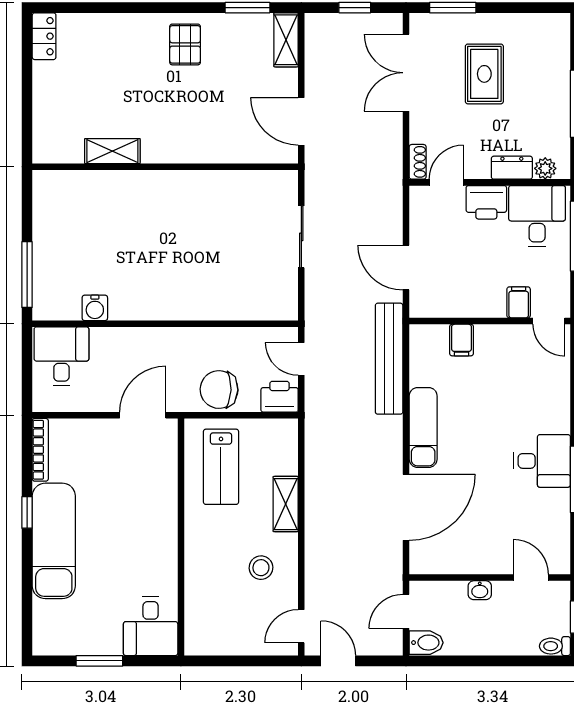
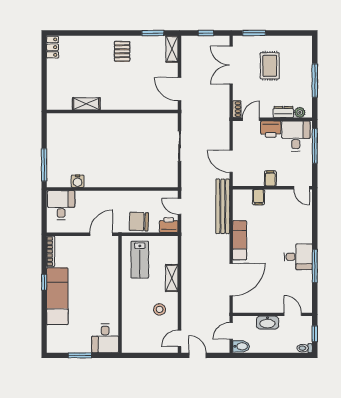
filing cabinet: (519, 302) -> (270, 179), moved
washbasin: (480, 590) -> (268, 323), width x1.91, depth x1.45

